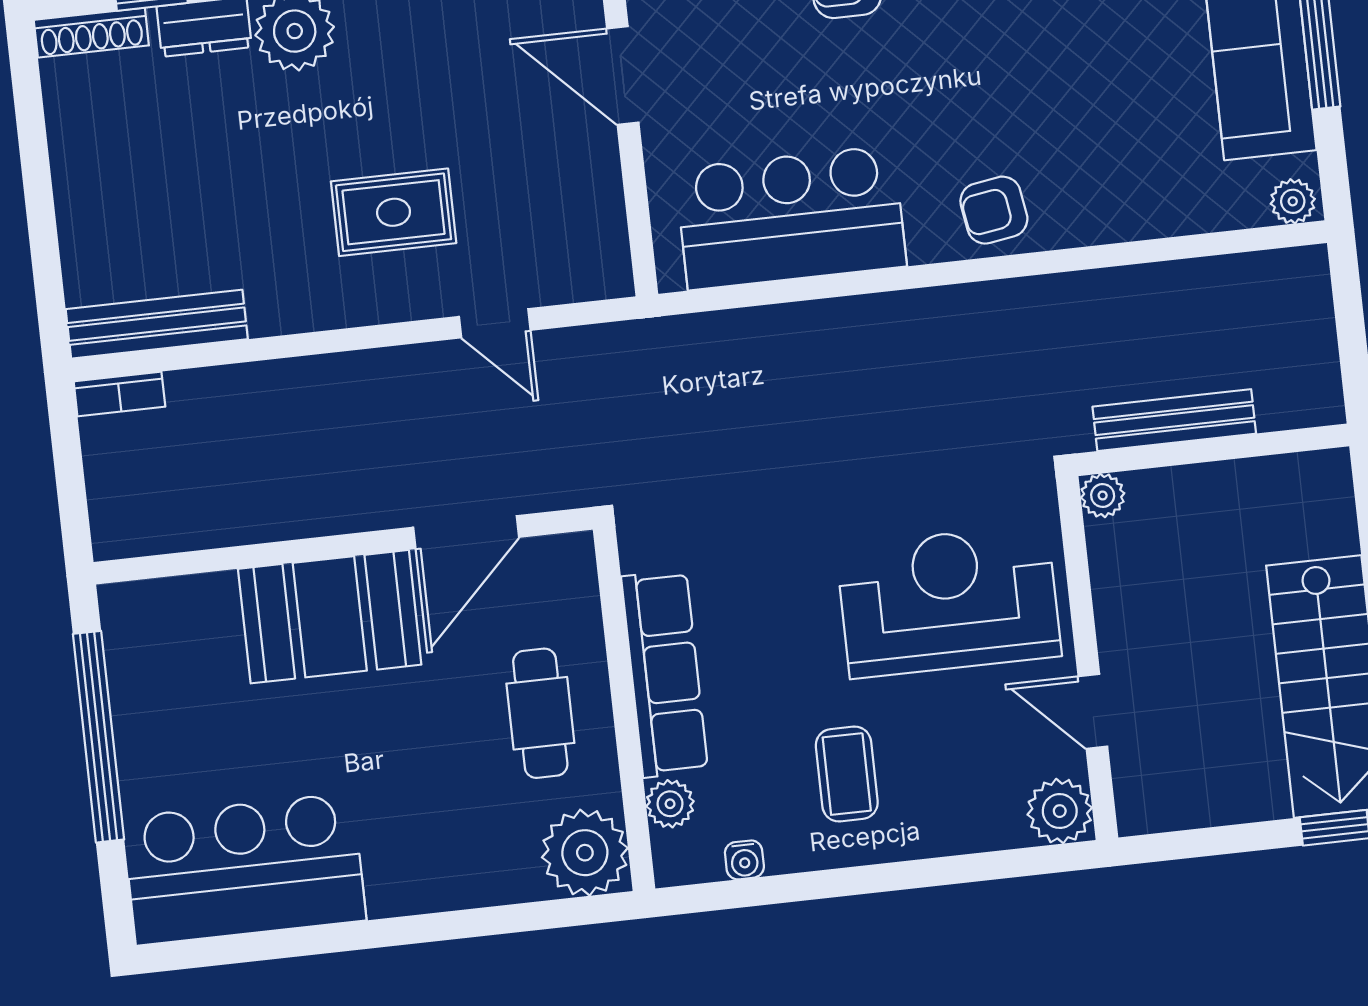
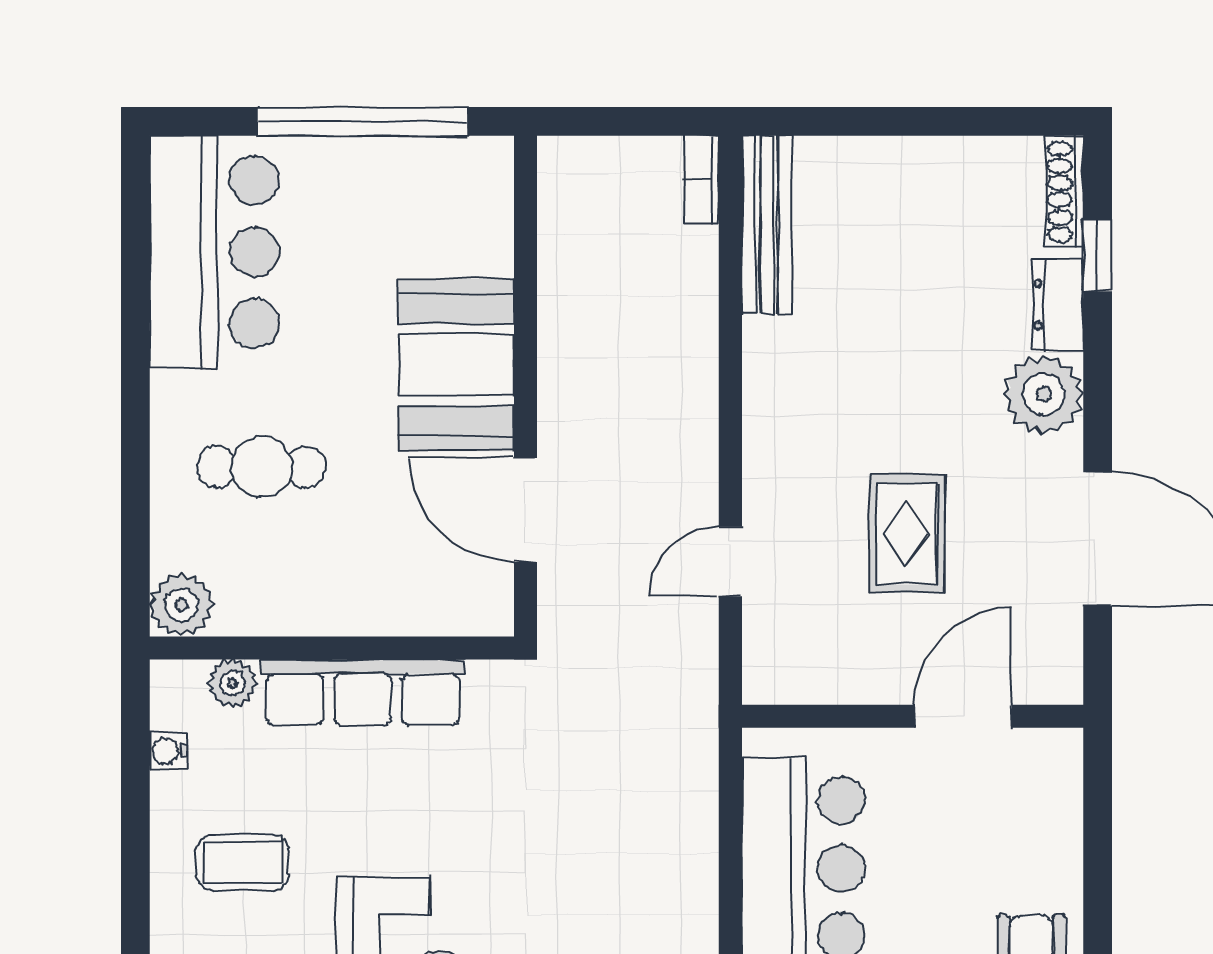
rug: (394, 212) -> (907, 534), moved
cafe table: (540, 713) -> (261, 467), moved
plant: (585, 853) -> (182, 605), width x0.73, depth x0.73

